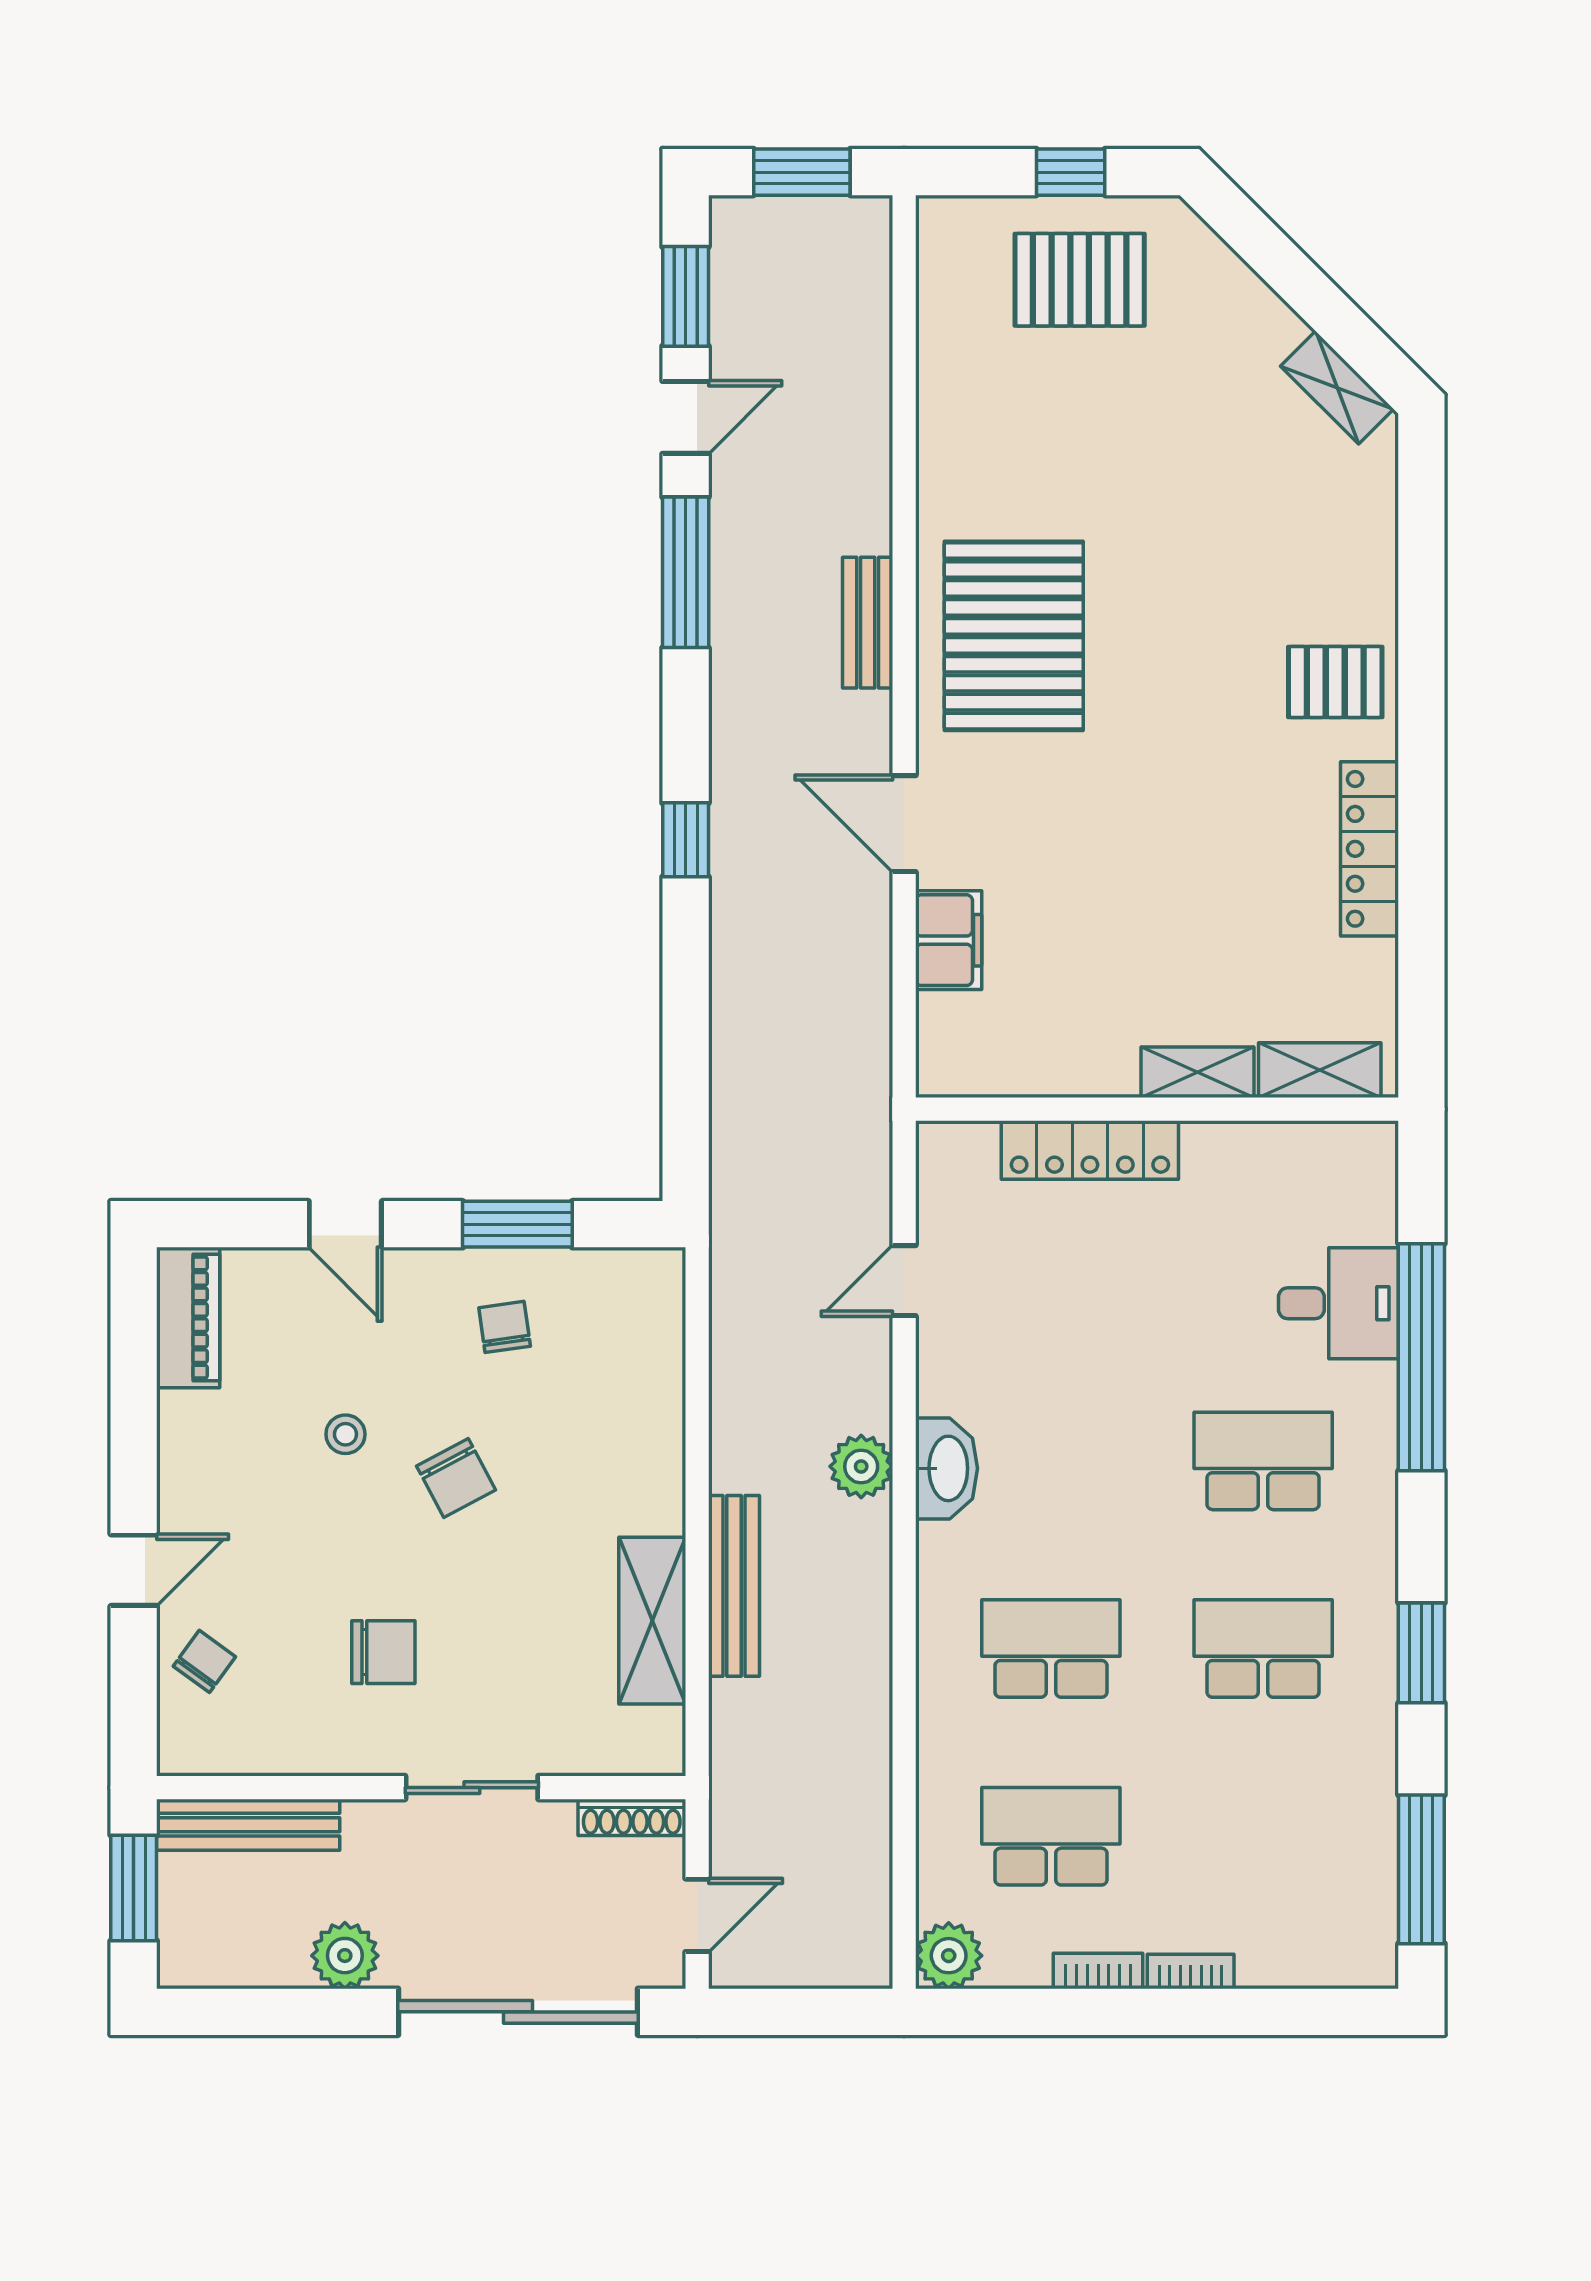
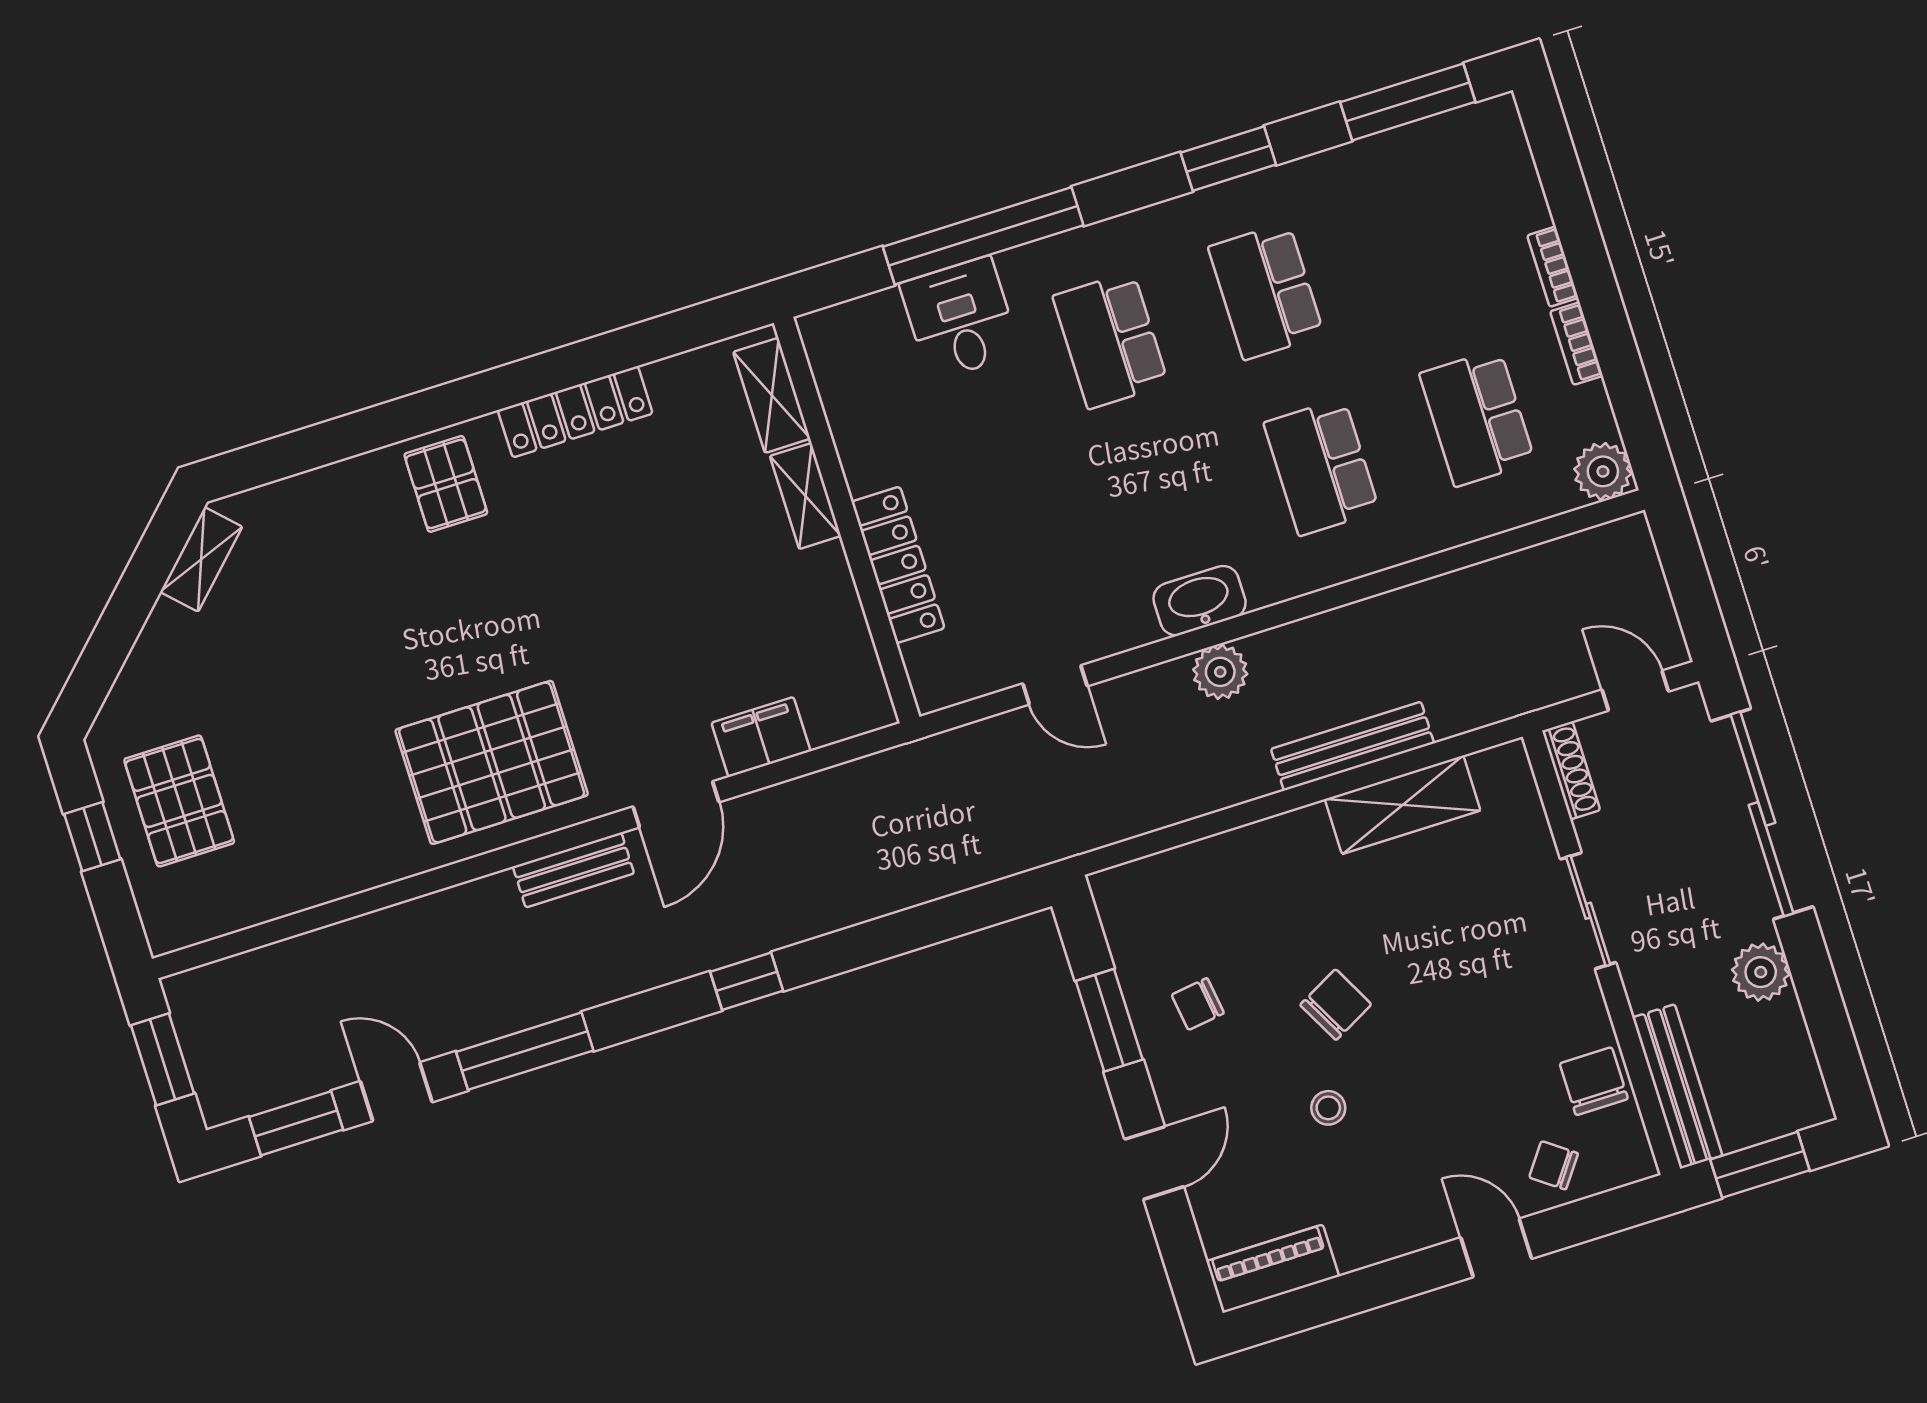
bench: (868, 623) -> (573, 870), moved
chair: (383, 1652) -> (1594, 1081), moved

